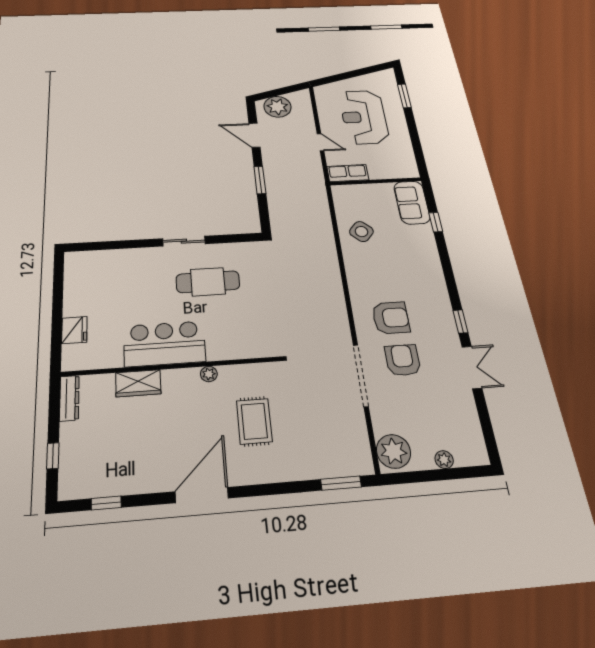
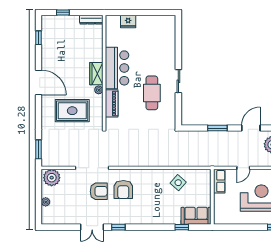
piano: (233, 349) -> (112, 103), added
wardrobe: (138, 383) -> (96, 74), moved
rug: (254, 421) -> (72, 111), width x1.36, depth x1.43

